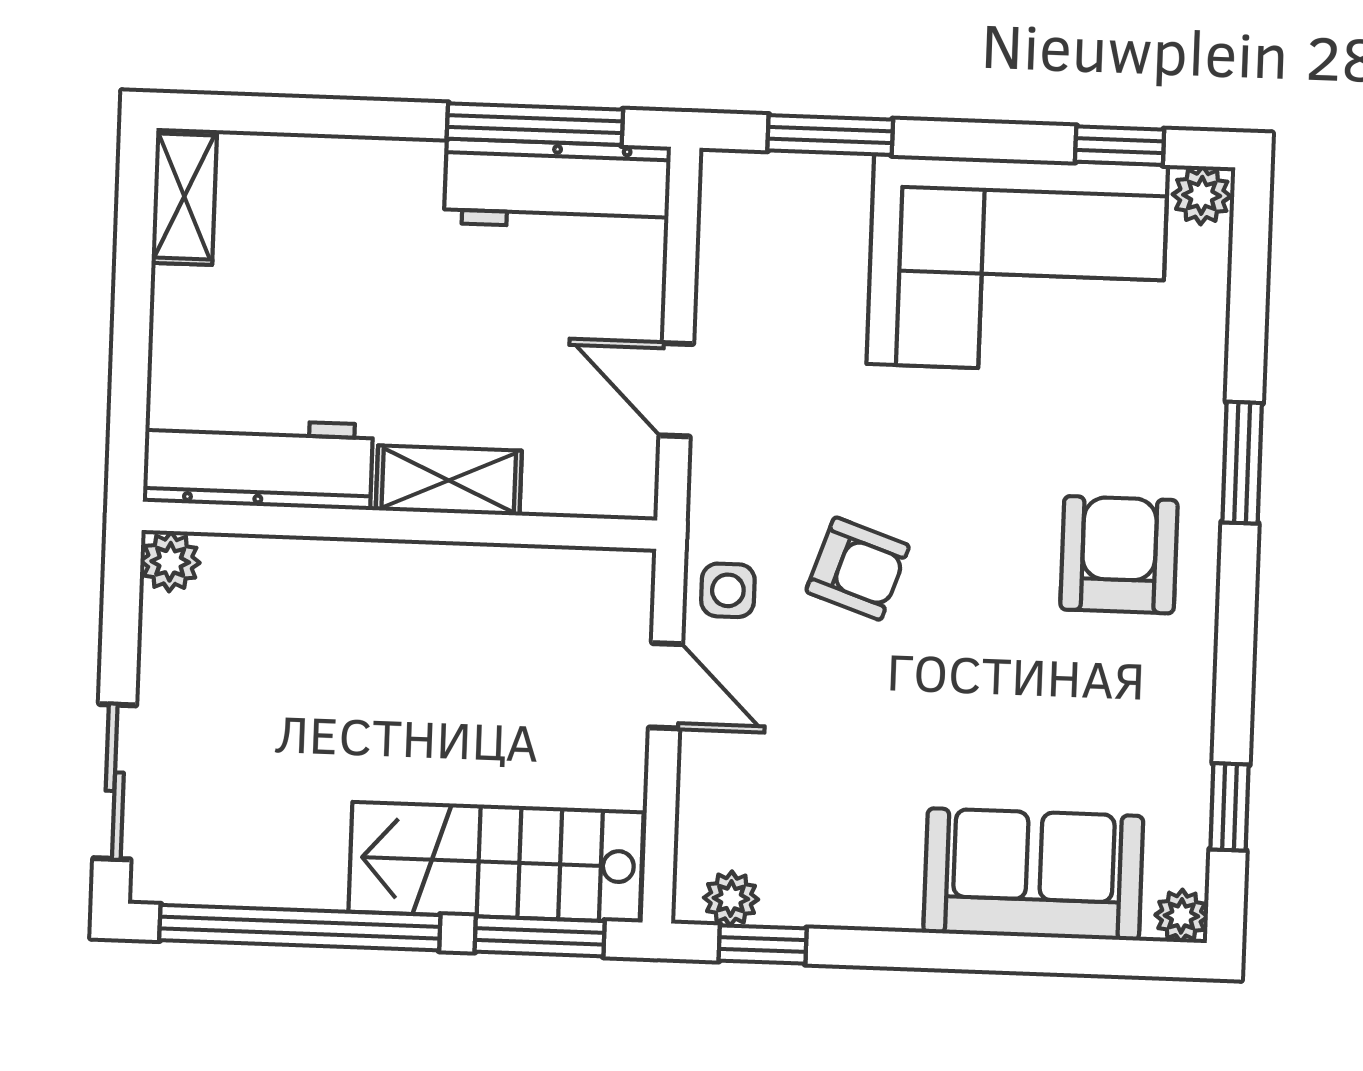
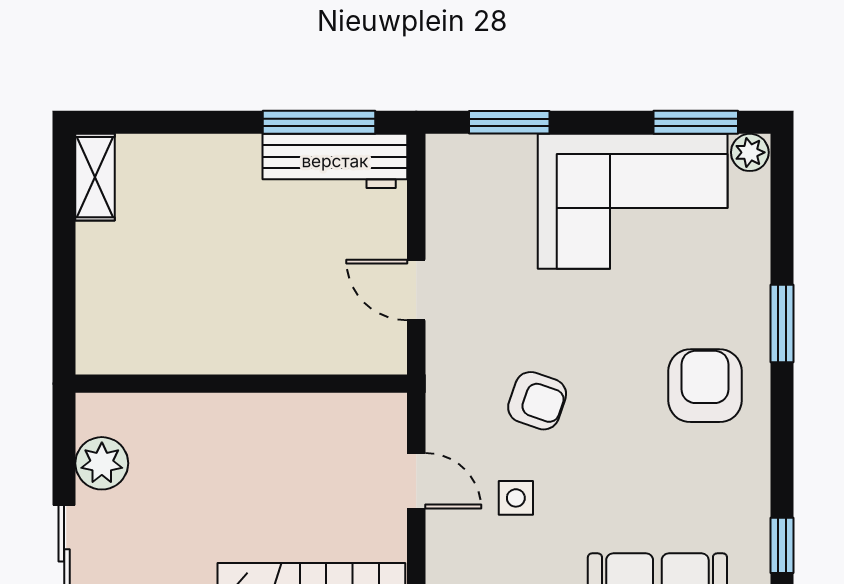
window: (1120, 146) -> (696, 122), width x1.50
workbench: (258, 463) -> (149, 347), removed
shelving: (449, 480) -> (272, 354), removed
plant: (170, 562) -> (102, 463), moved, width x1.38, depth x1.38
side table: (728, 590) -> (516, 498), moved

